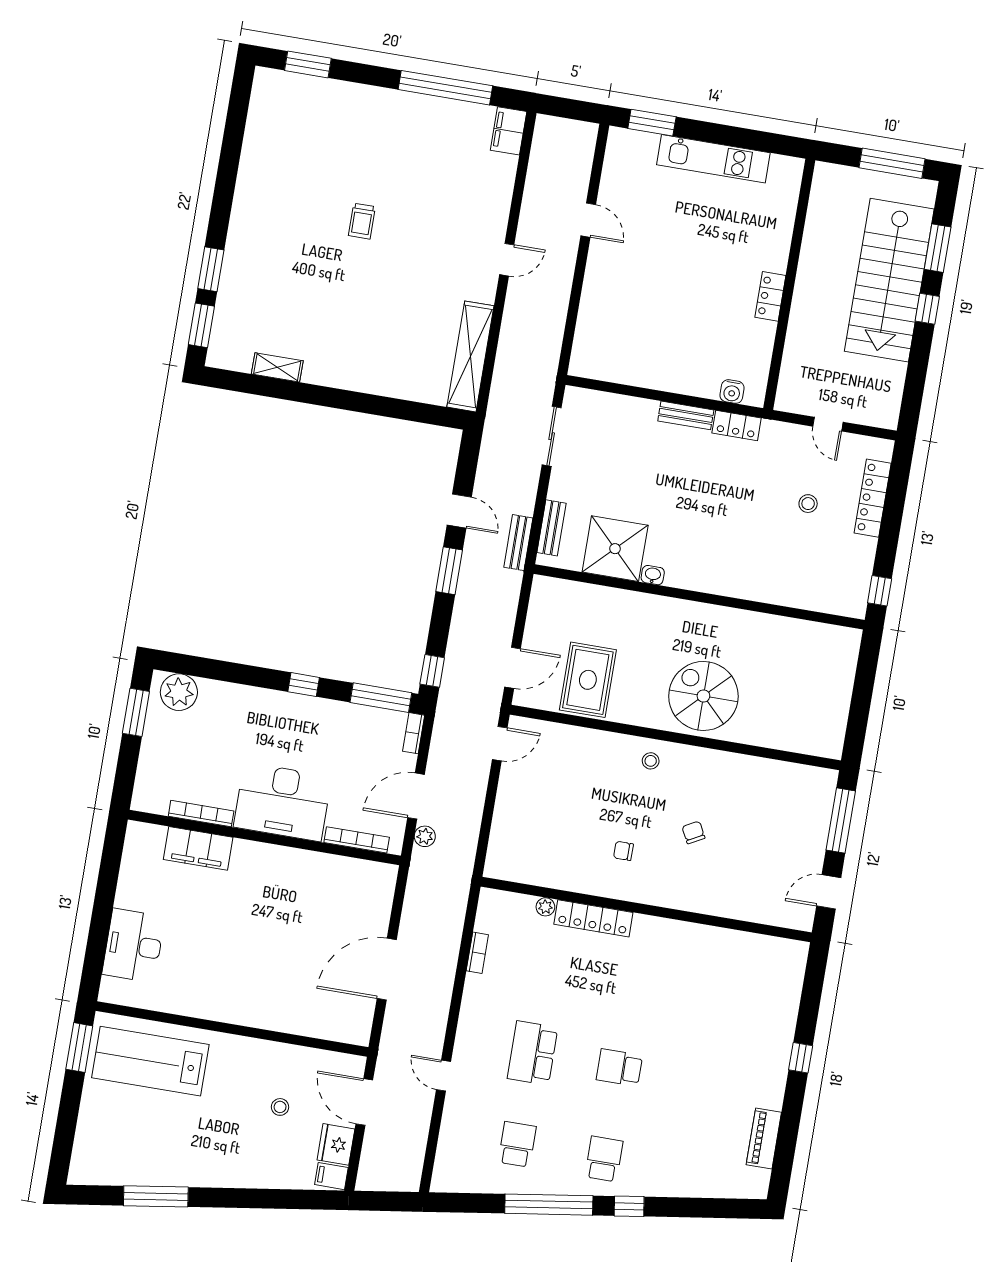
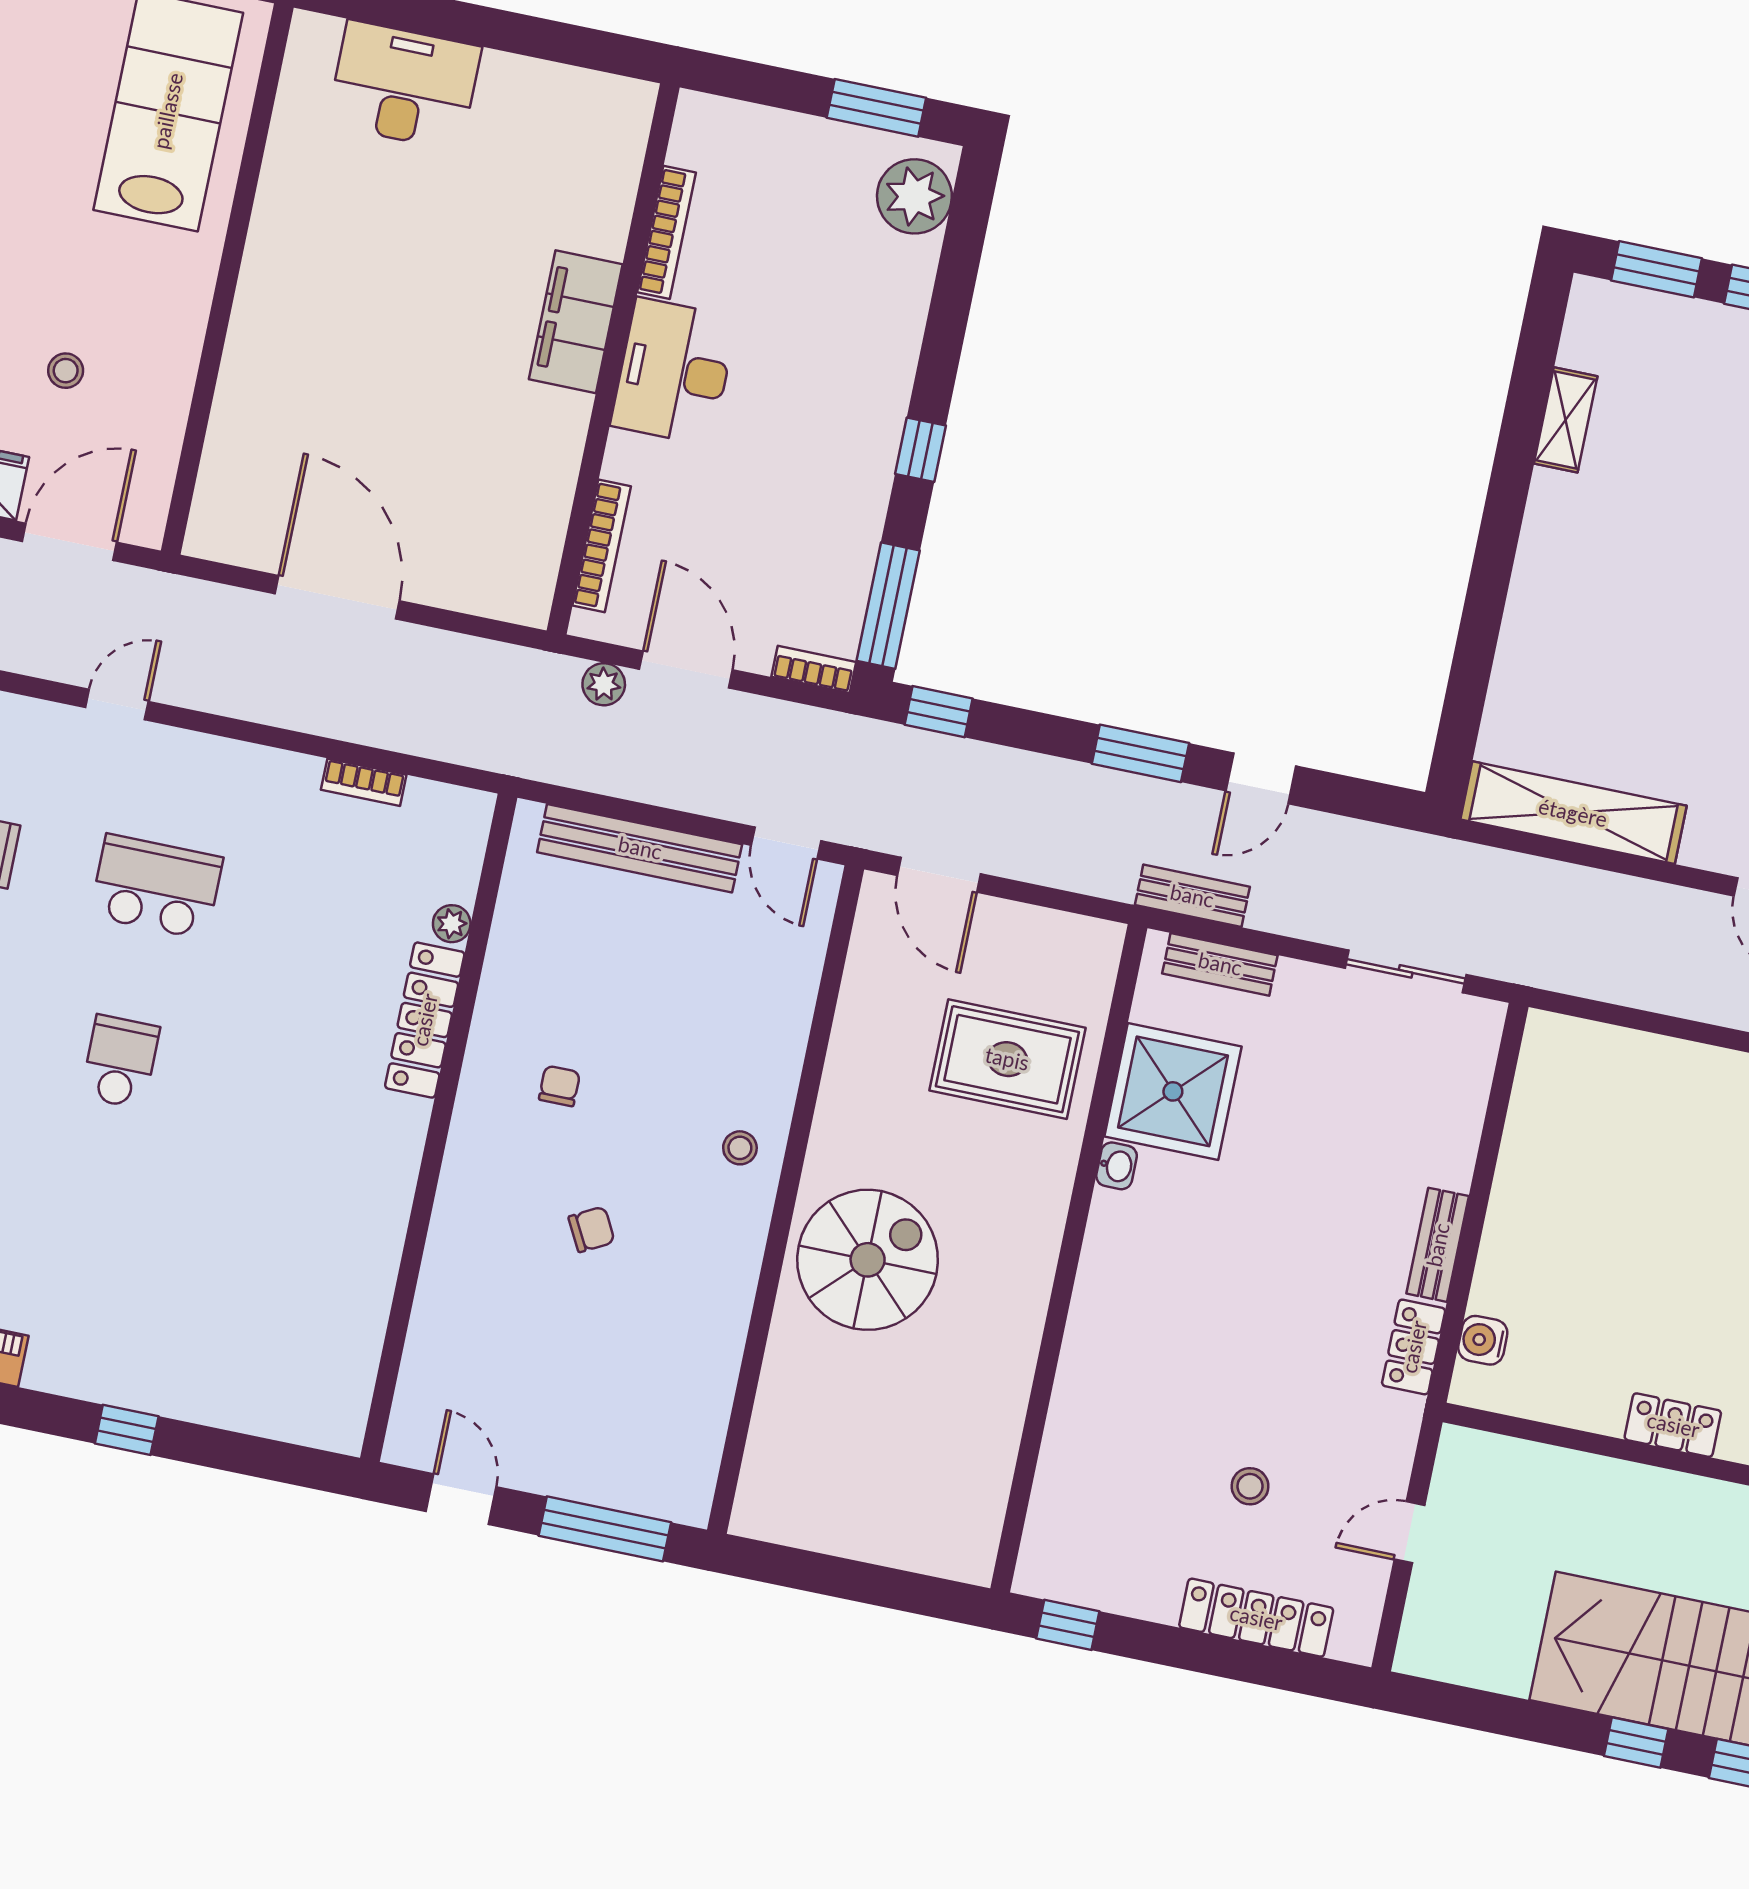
rug: (588, 680) -> (1007, 1059), moved
desk: (283, 802) -> (674, 372), width x0.73, depth x0.77
bench: (505, 816) -> (640, 848), added
filing cabinet: (198, 848) -> (576, 322), moved

